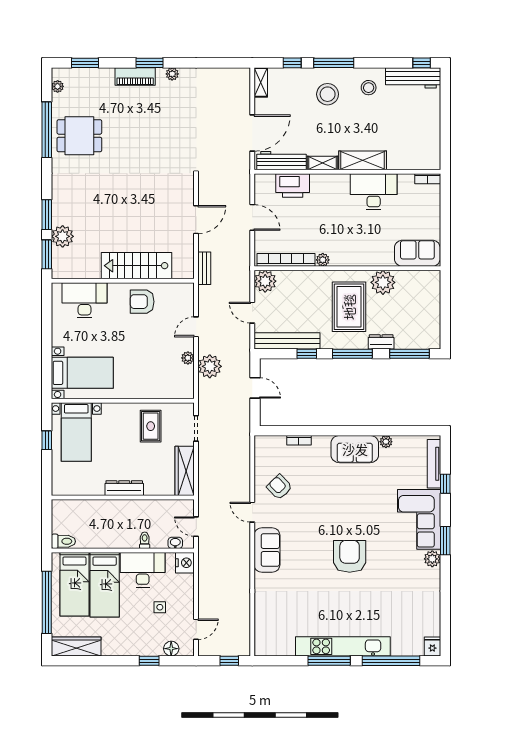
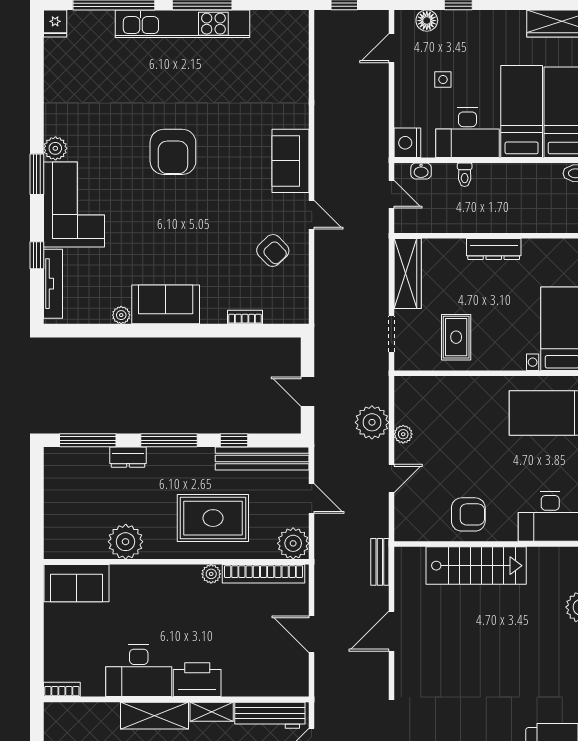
printer: (293, 185) -> (197, 680), moved
rug: (349, 307) -> (213, 518), moved, turned 90

